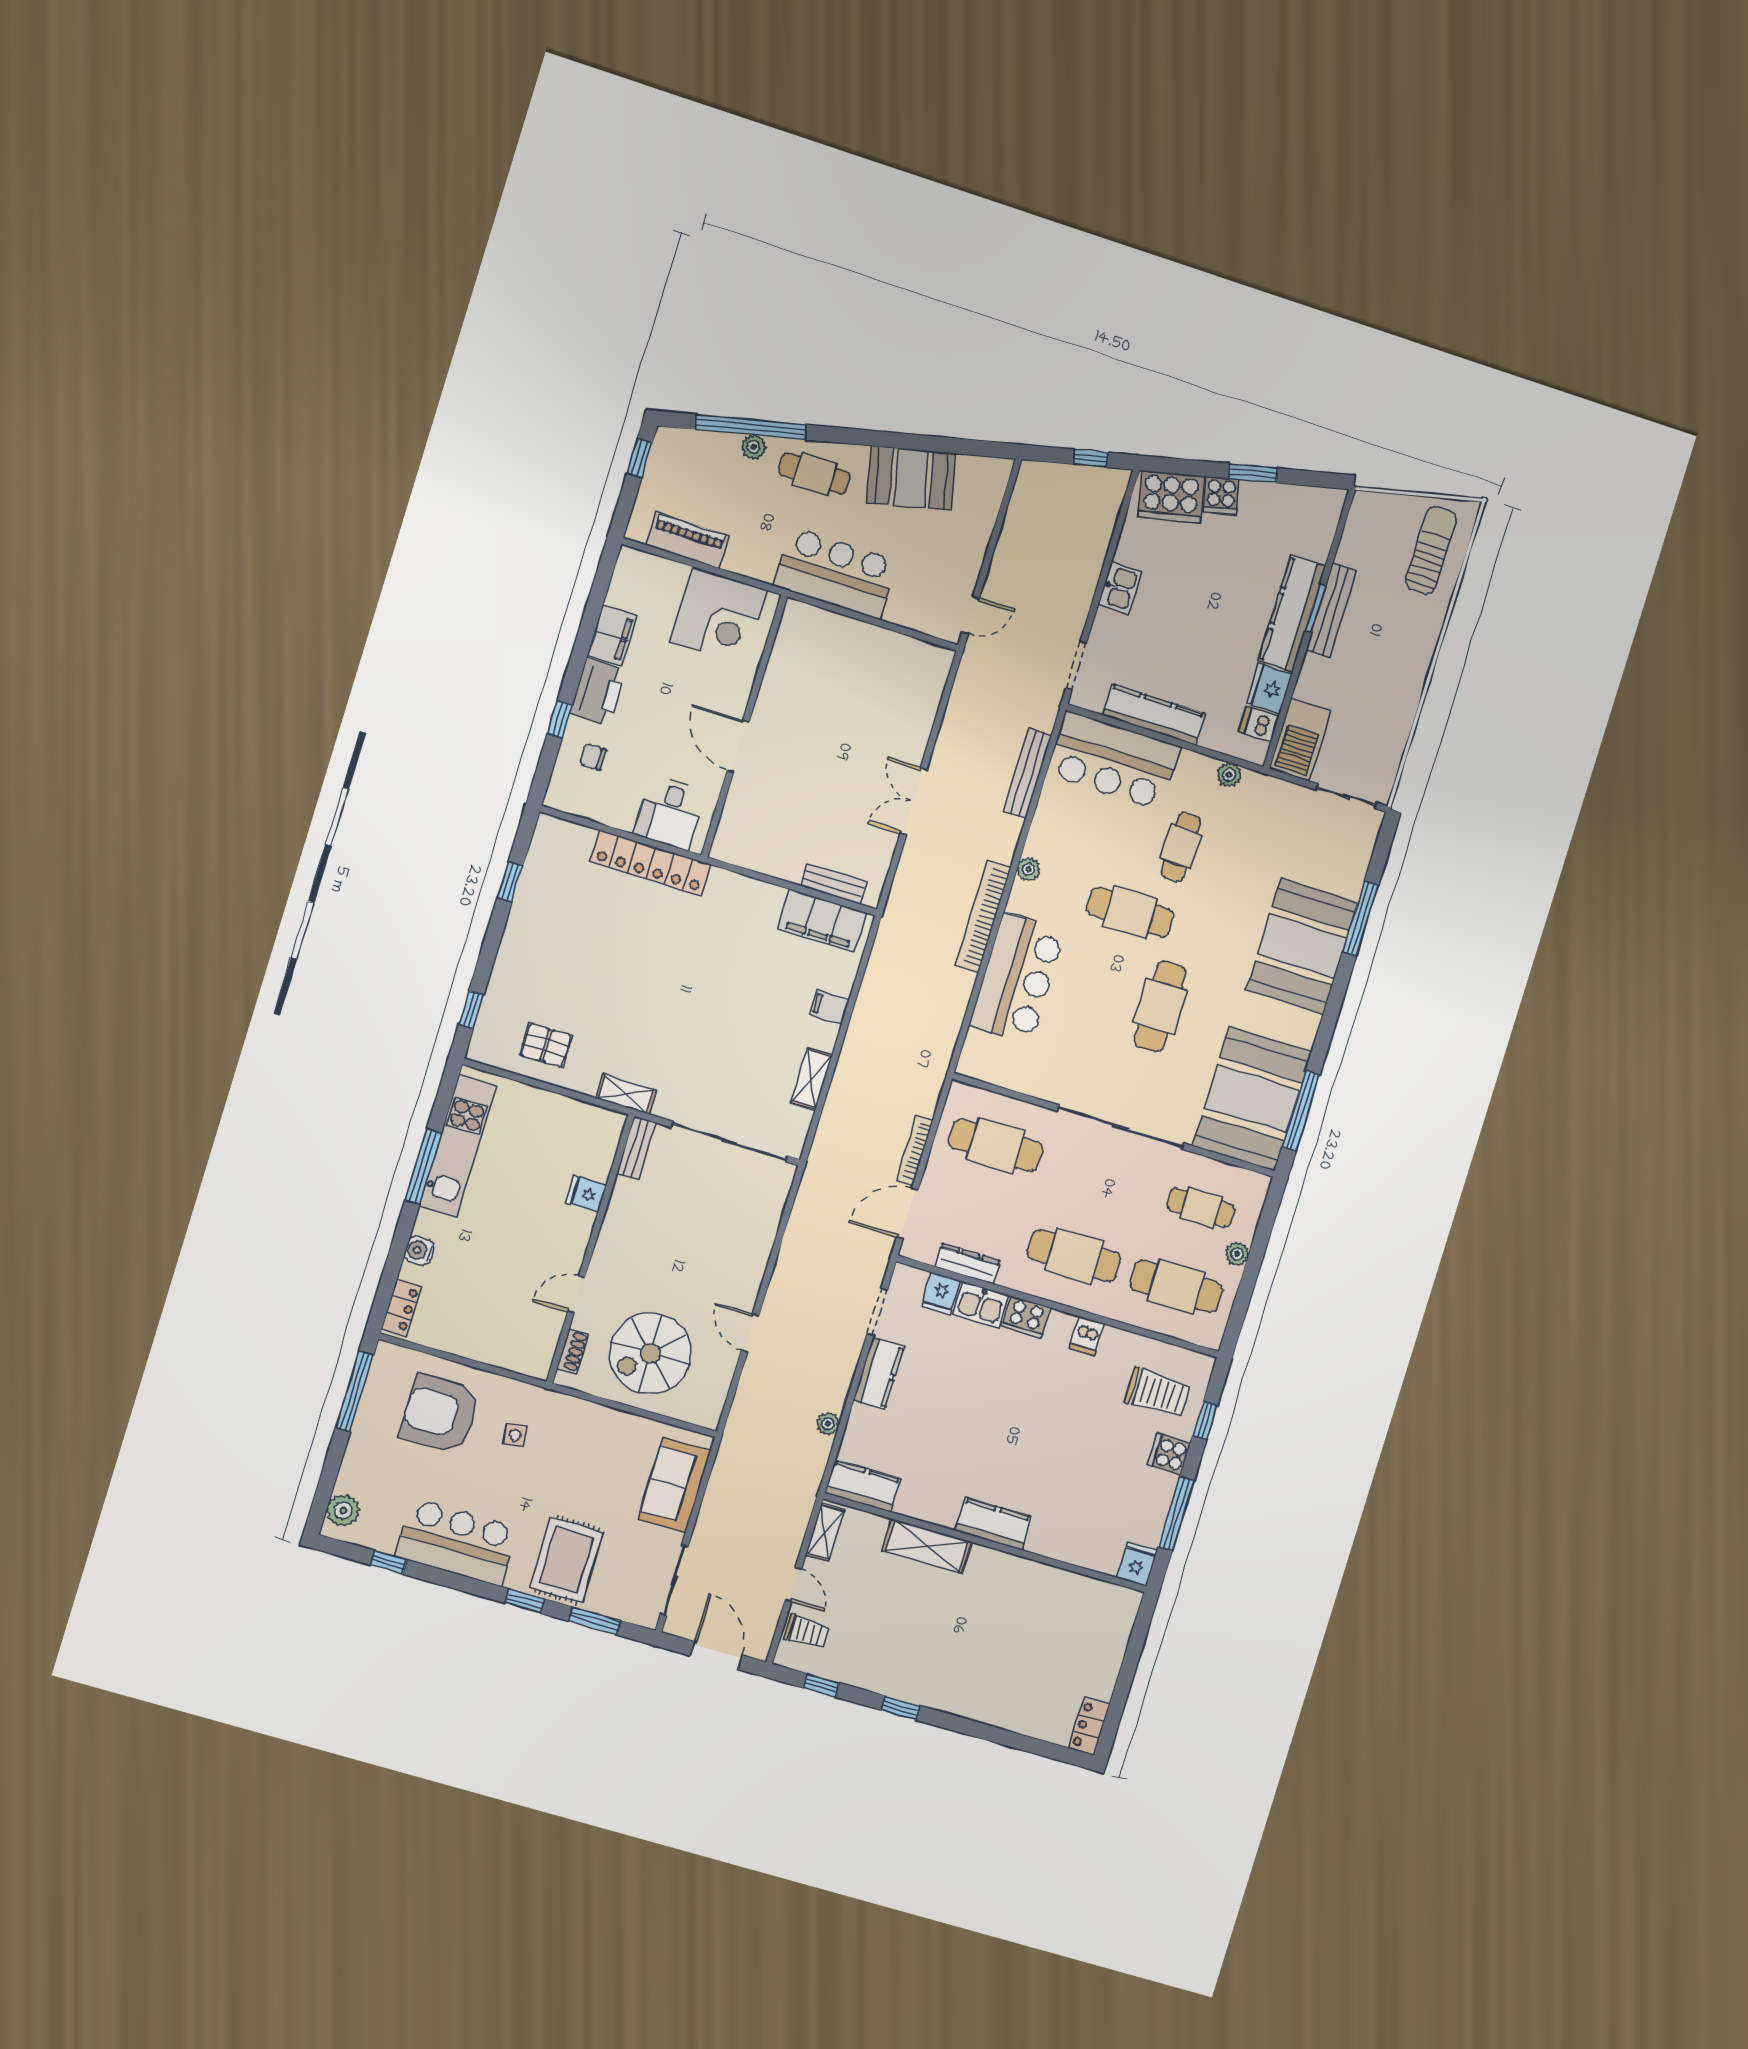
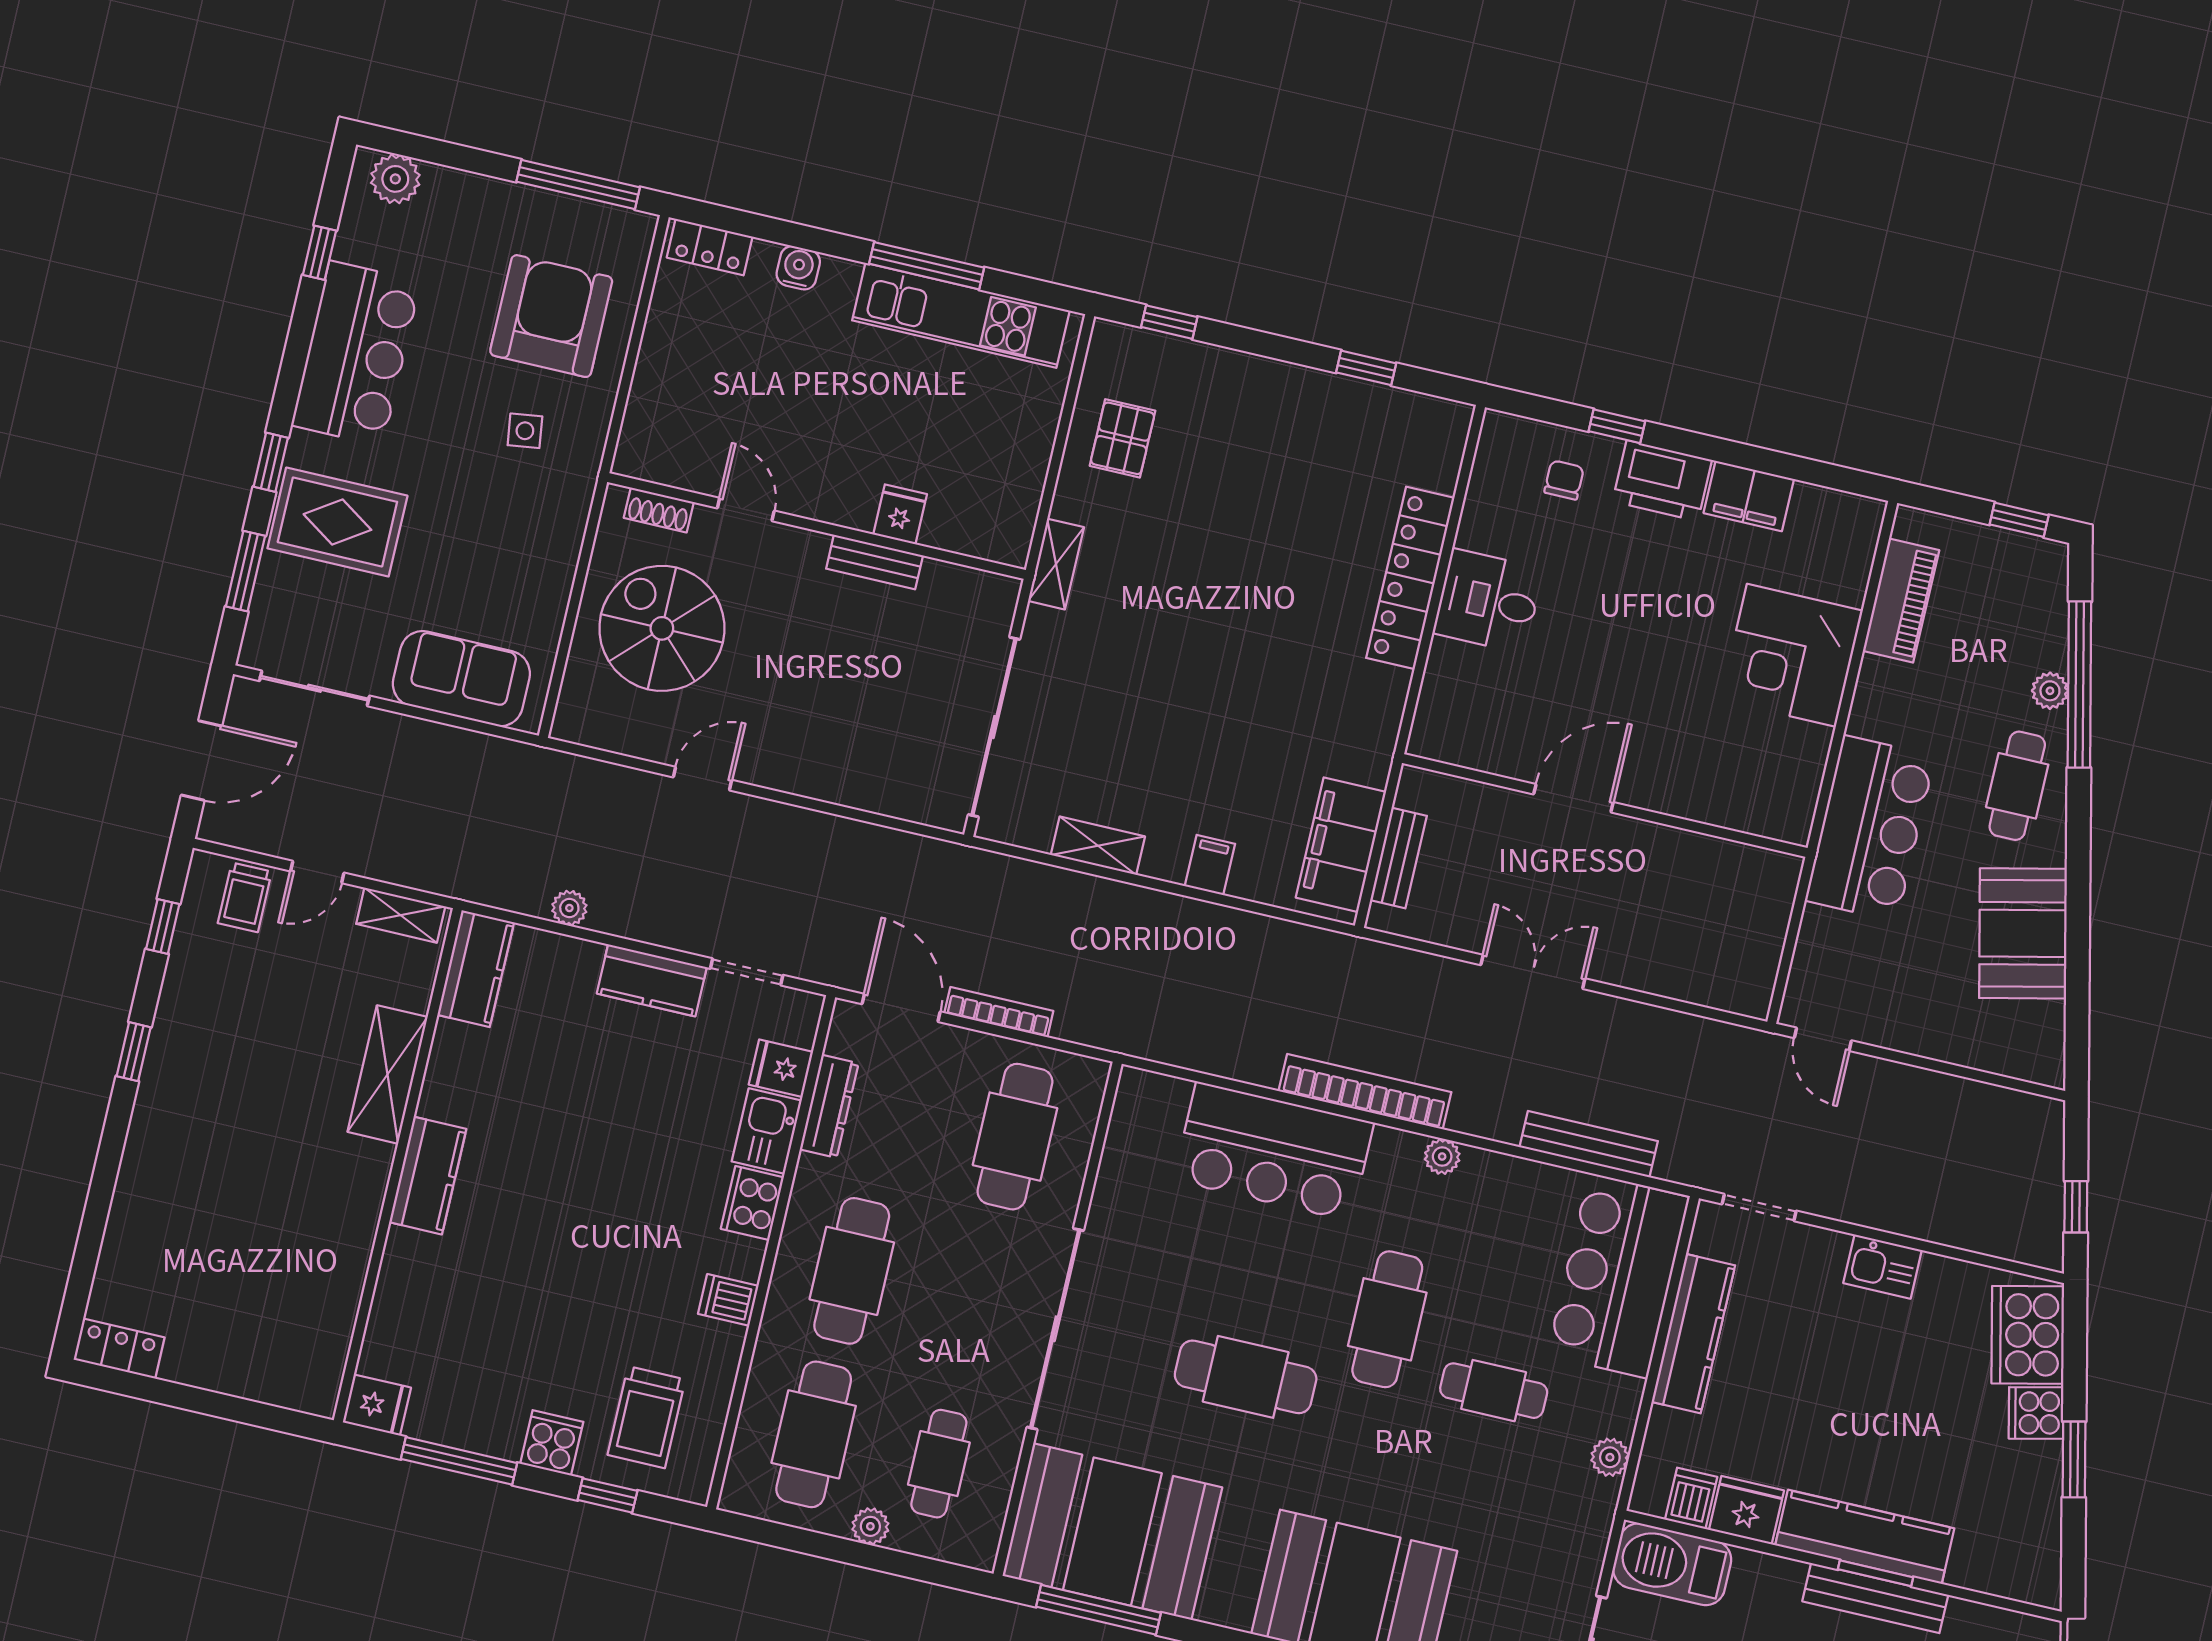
wall: (744, 726) -> (1605, 806), moved
door: (738, 746) -> (1573, 798), moved
bench: (636, 1148) -> (875, 562), moved

